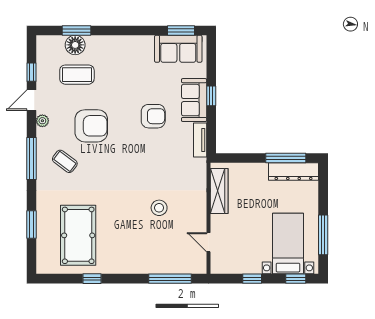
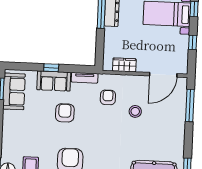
armchair: (176, 171) -> (108, 97), added
wardrobe: (219, 191) -> (124, 65), width x0.67
door: (208, 242) -> (163, 75), width x1.88

